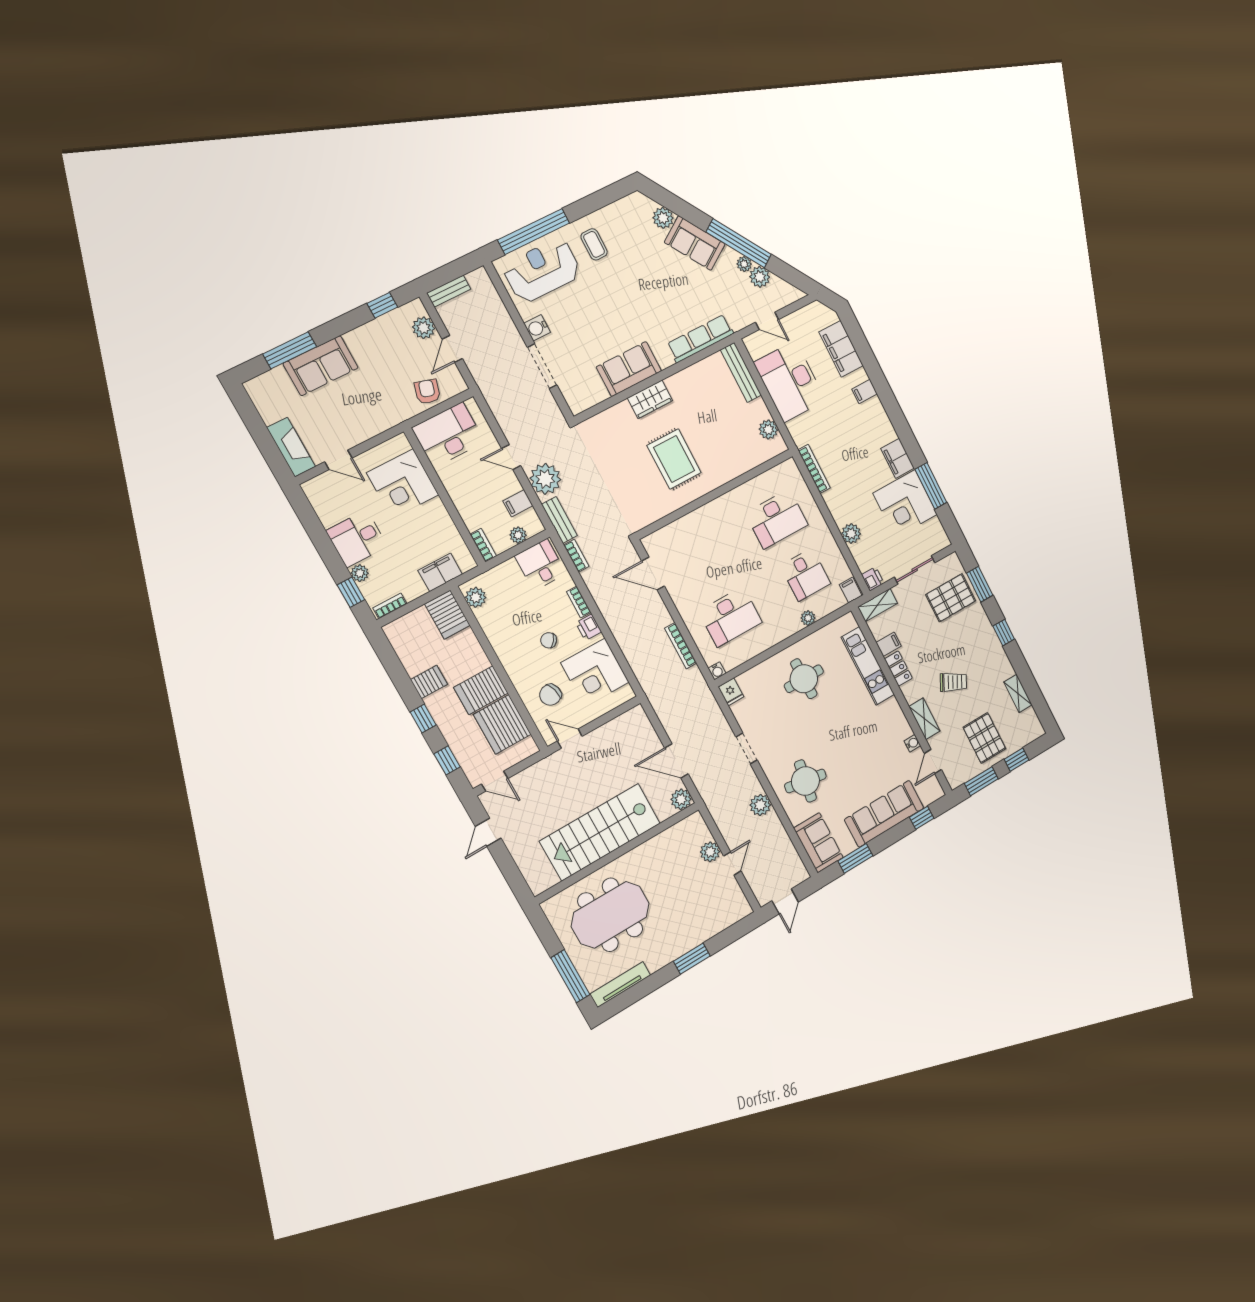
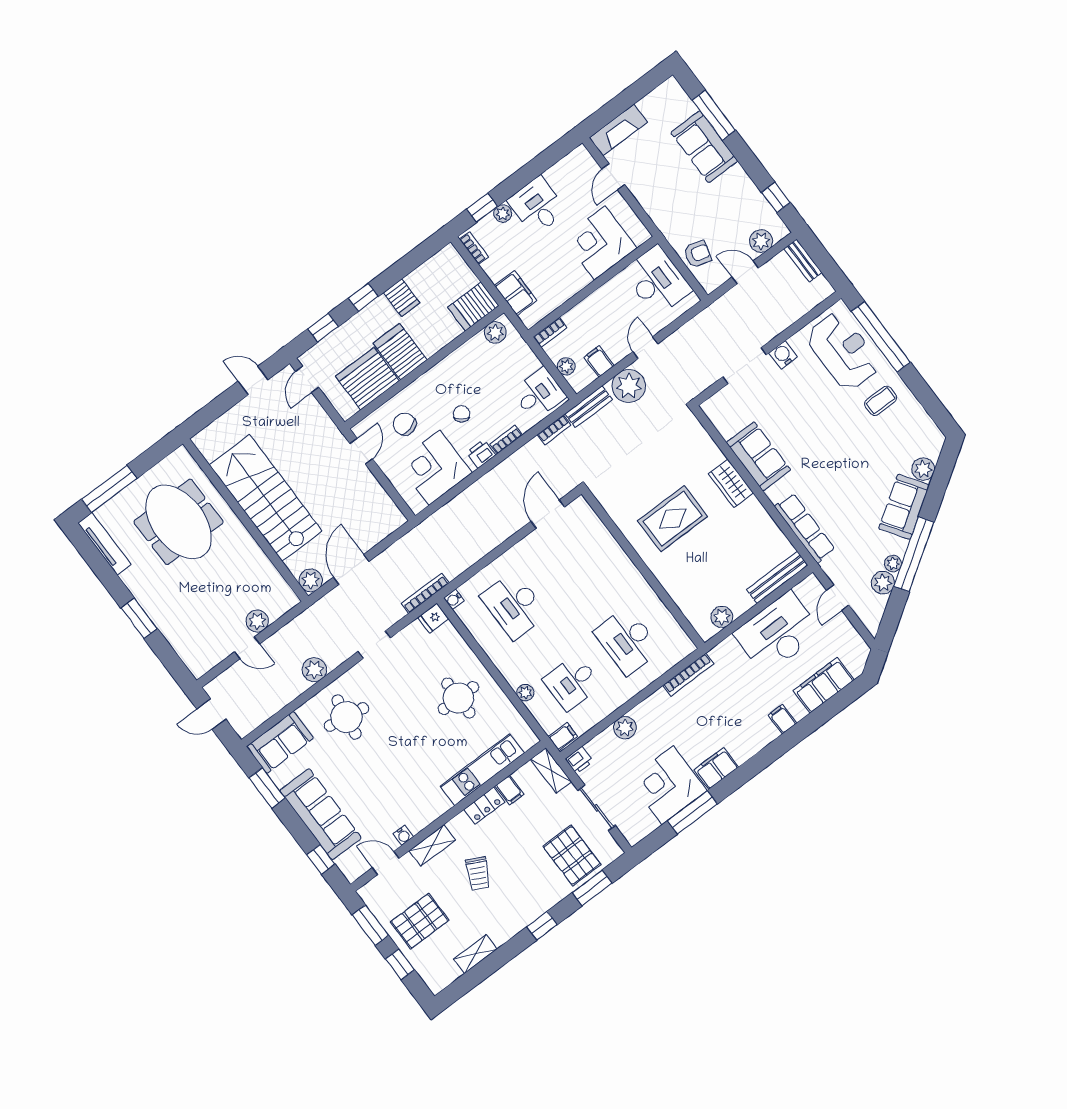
bookcase: (681, 646) -> (425, 593), moved

